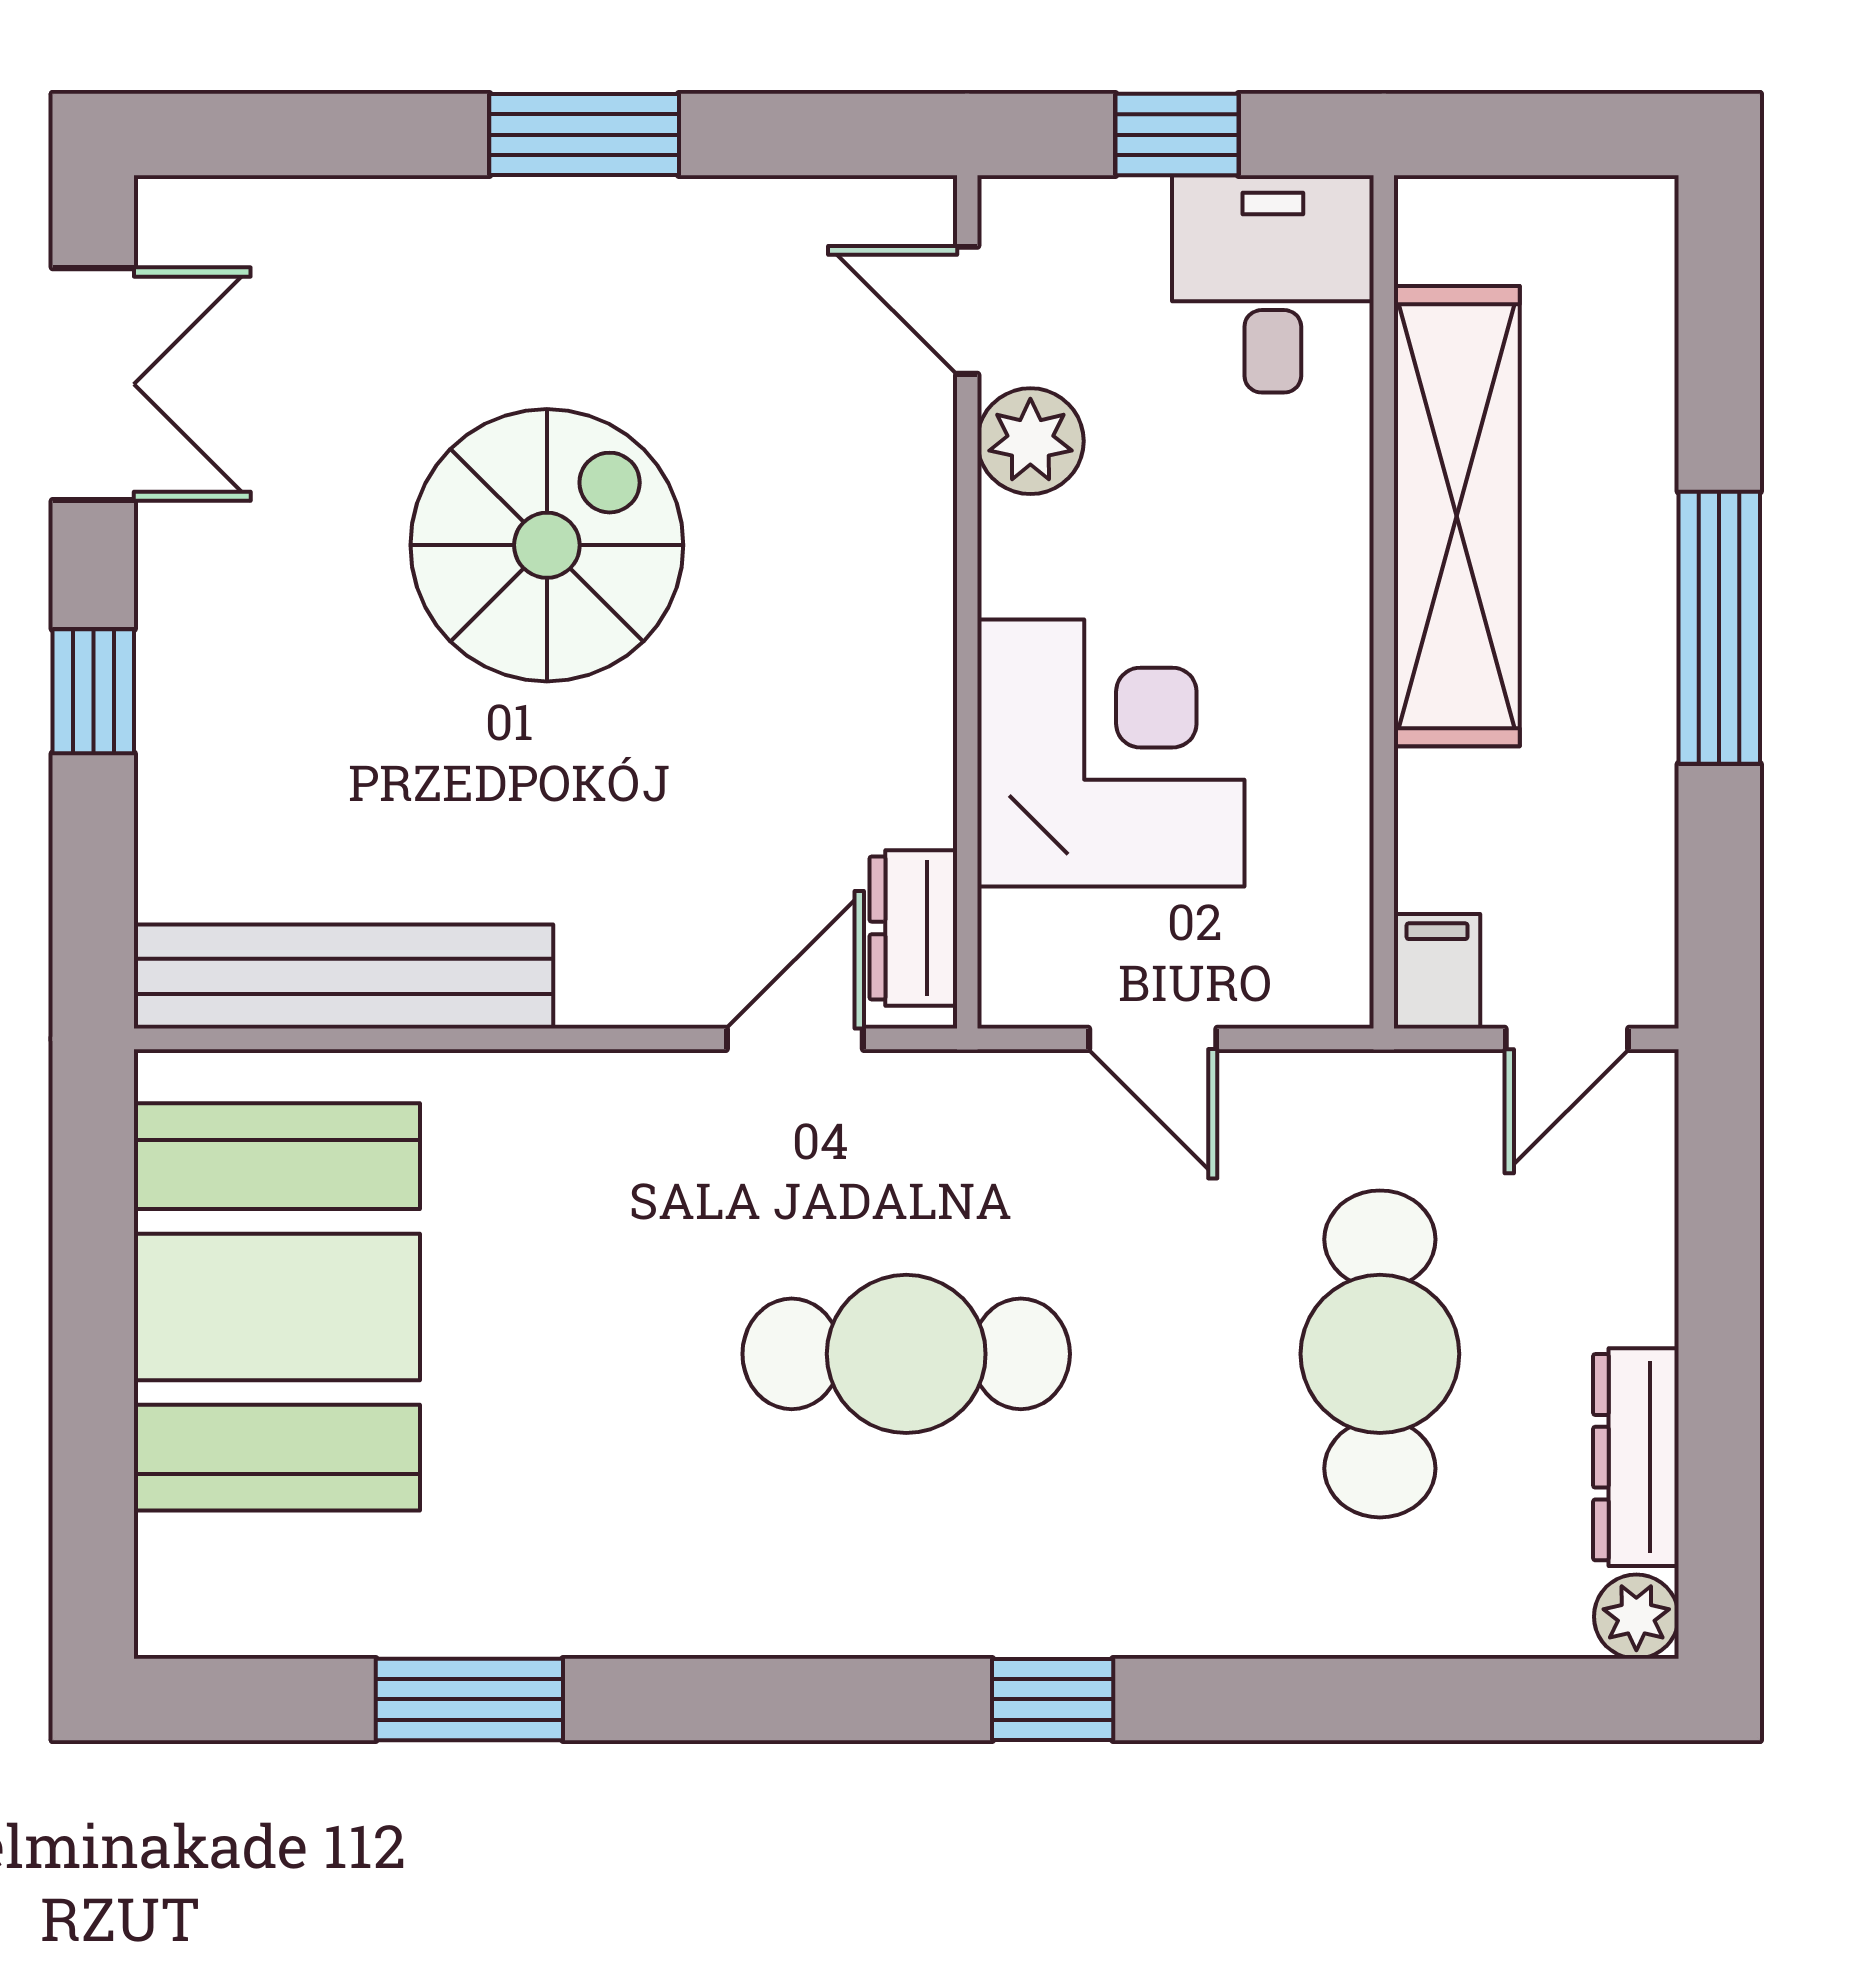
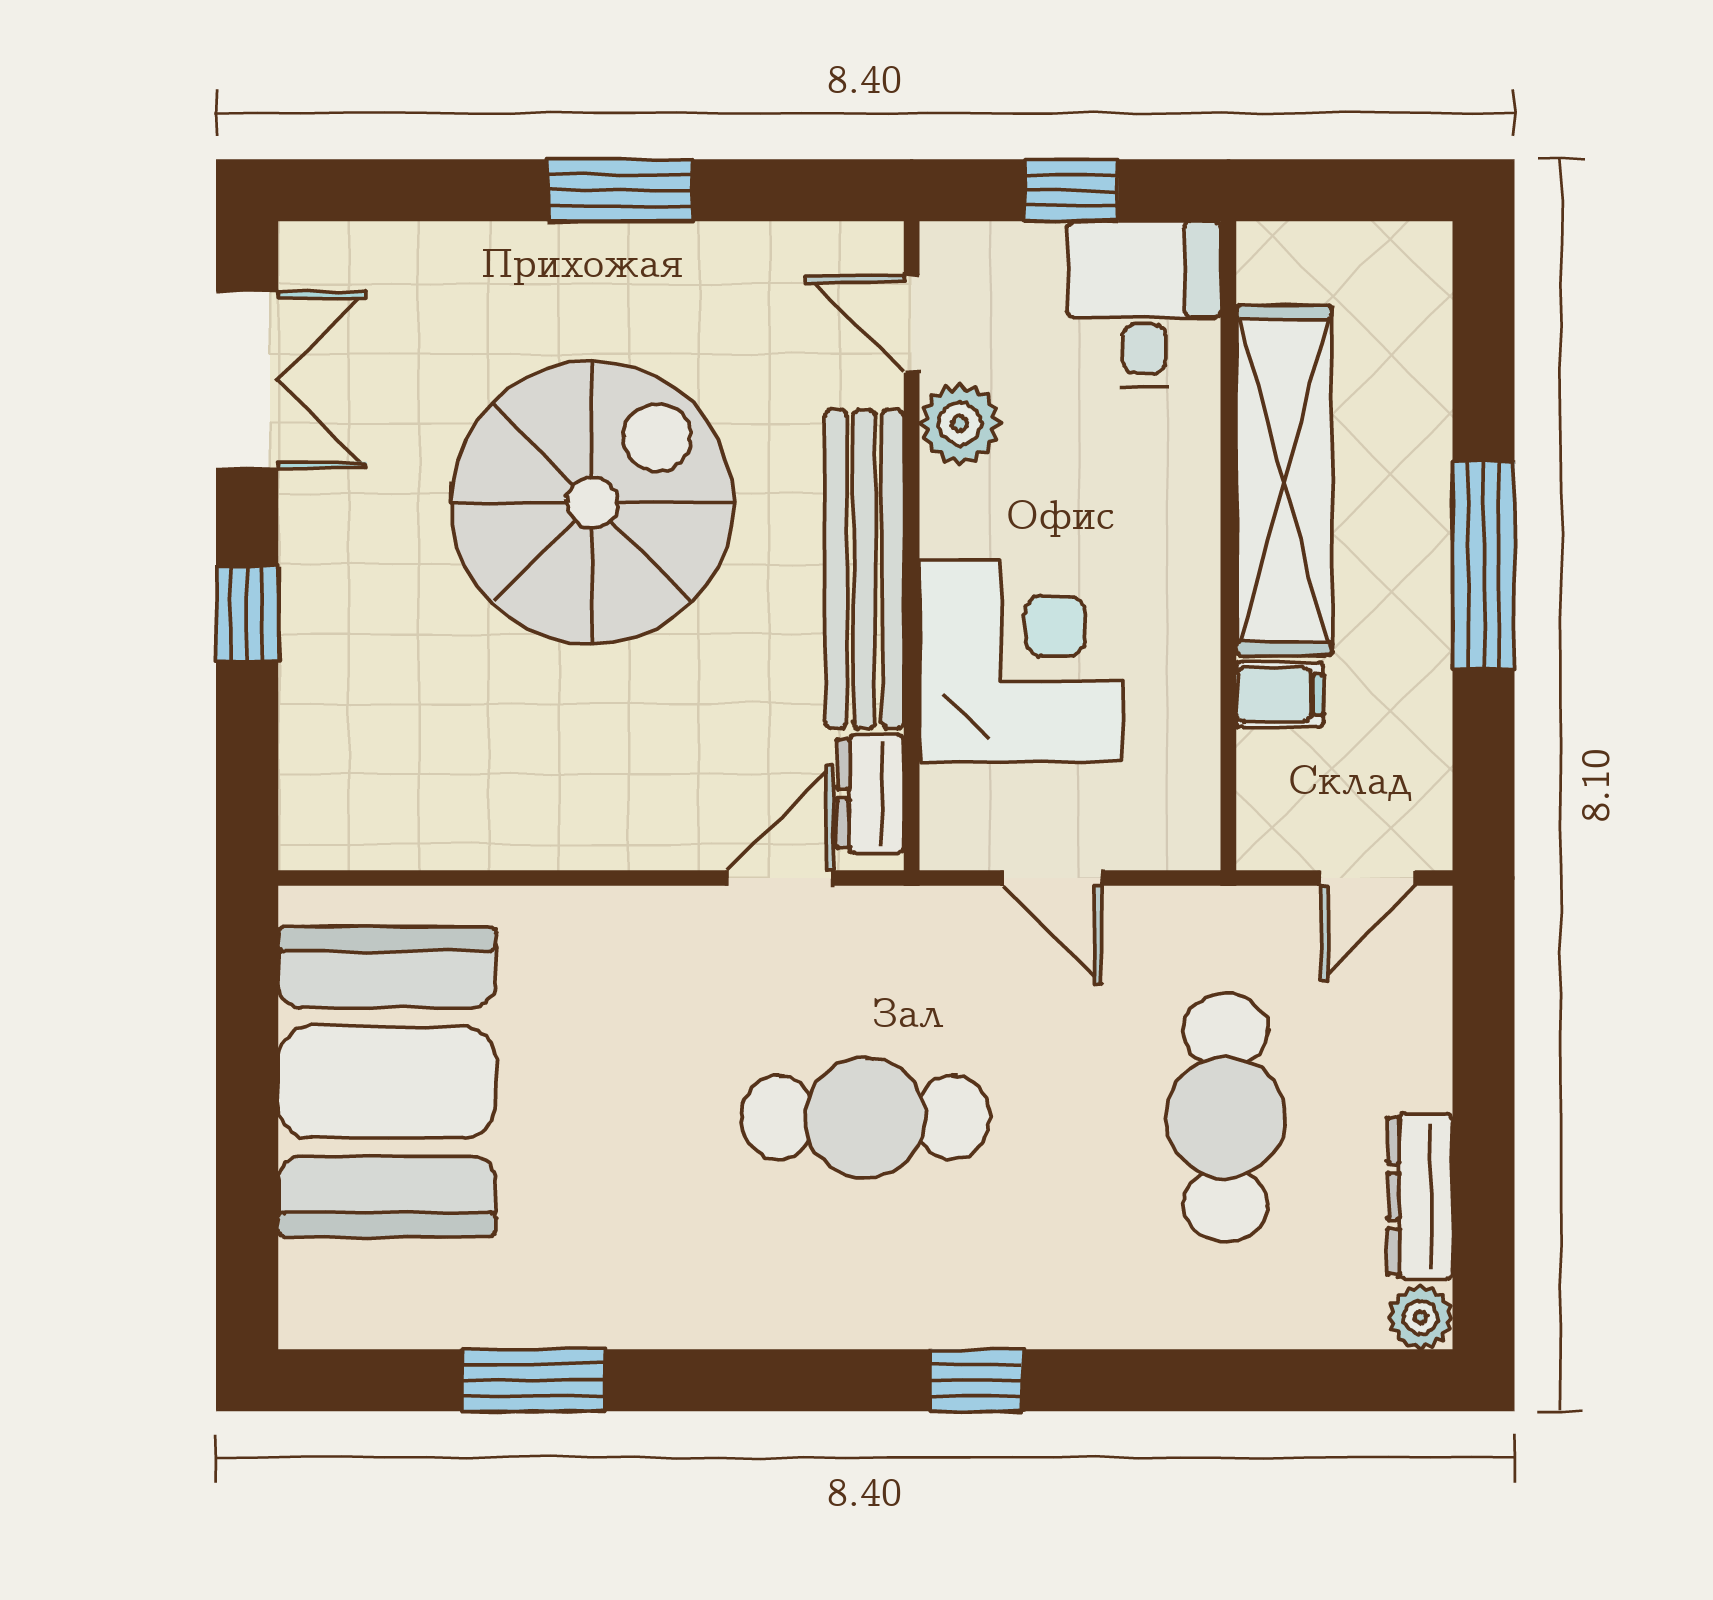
spiral stairs: (547, 545) -> (592, 503), width x1.37, depth x1.37
filing cabinet: (1437, 971) -> (1280, 695), moved, turned 90
bench: (344, 977) -> (864, 569), moved, turned 90

